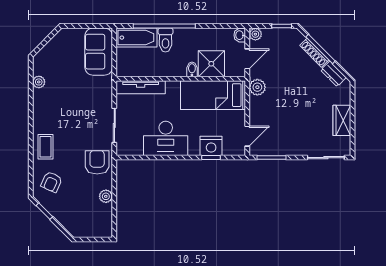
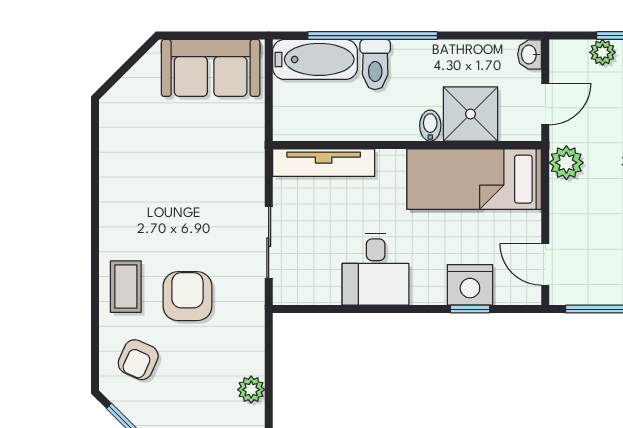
plant: (255, 34) -> (603, 52), moved
sofa: (99, 52) -> (211, 68), moved, turned -90
plant: (39, 82) -> (112, 152), removed
door: (247, 136) -> (545, 264), swing flipped
desk: (166, 138) -> (376, 269), width x0.73
armchair: (97, 162) -> (187, 296), moved

